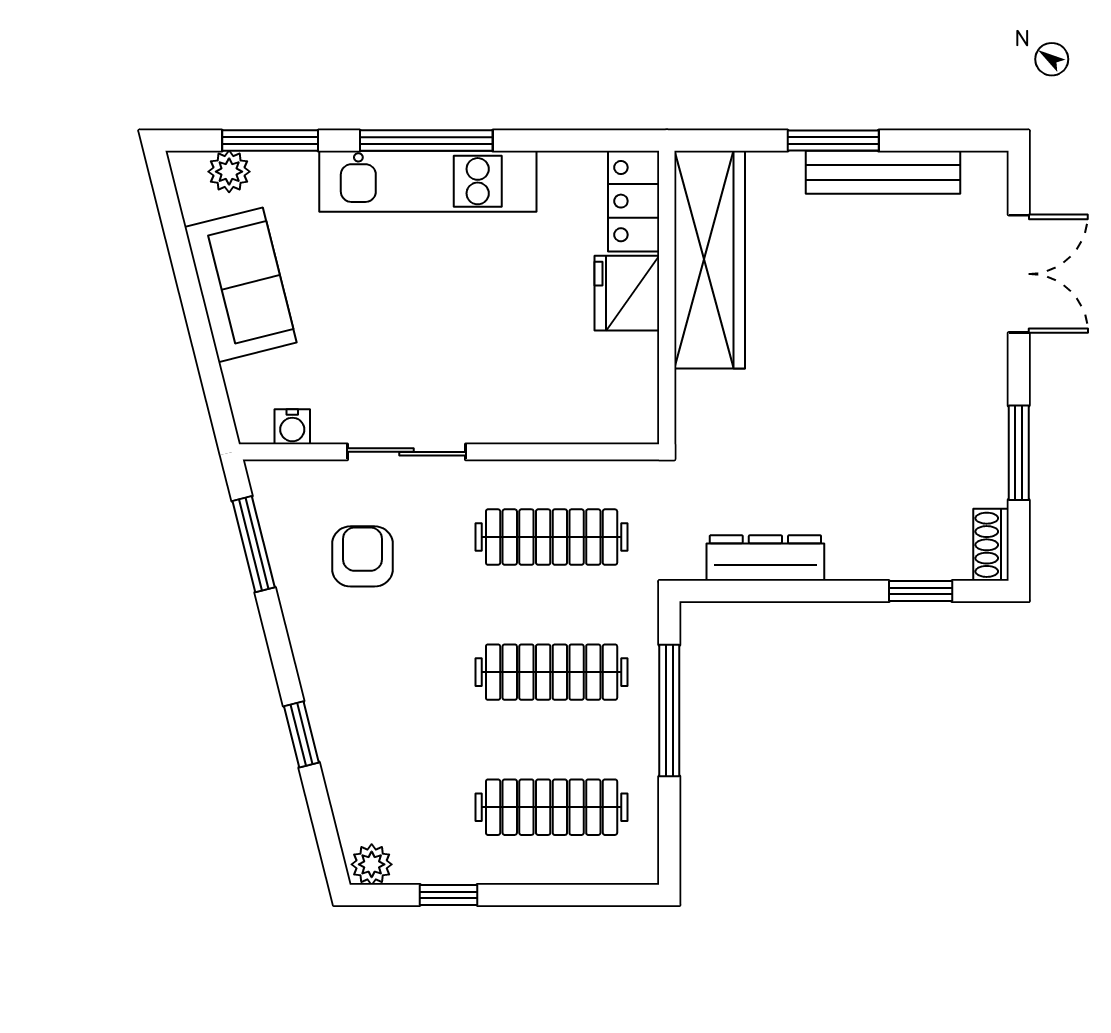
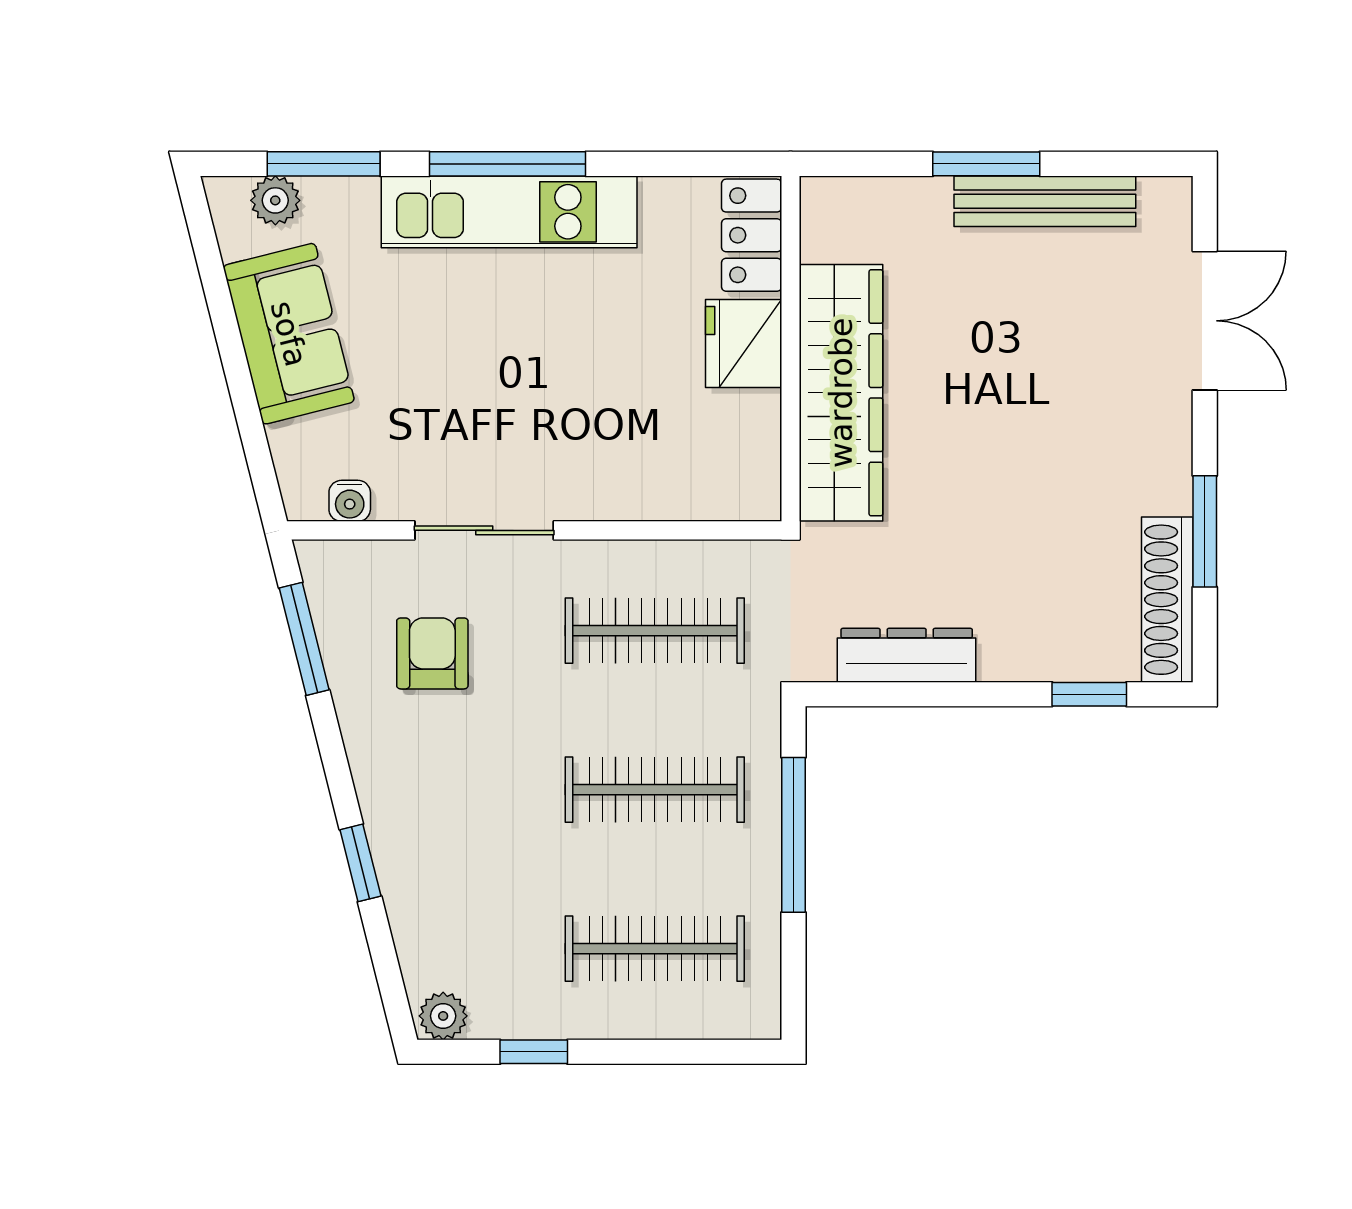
wardrobe: (710, 260) -> (841, 393), moved
shoe rack: (991, 545) -> (1167, 600), width x1.94, depth x1.24

